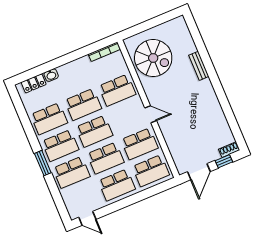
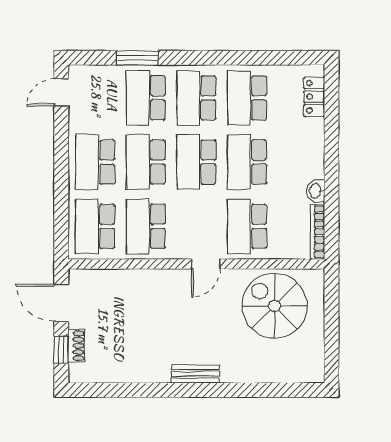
spiral stairs: (153, 58) -> (275, 306), turned 90
bench: (199, 66) -> (195, 374), moved
washbasin: (51, 75) -> (316, 191), moved
door: (151, 114) -> (206, 264), moved
shoe rack: (229, 150) -> (76, 346), moved
window: (43, 163) -> (137, 58), moved

